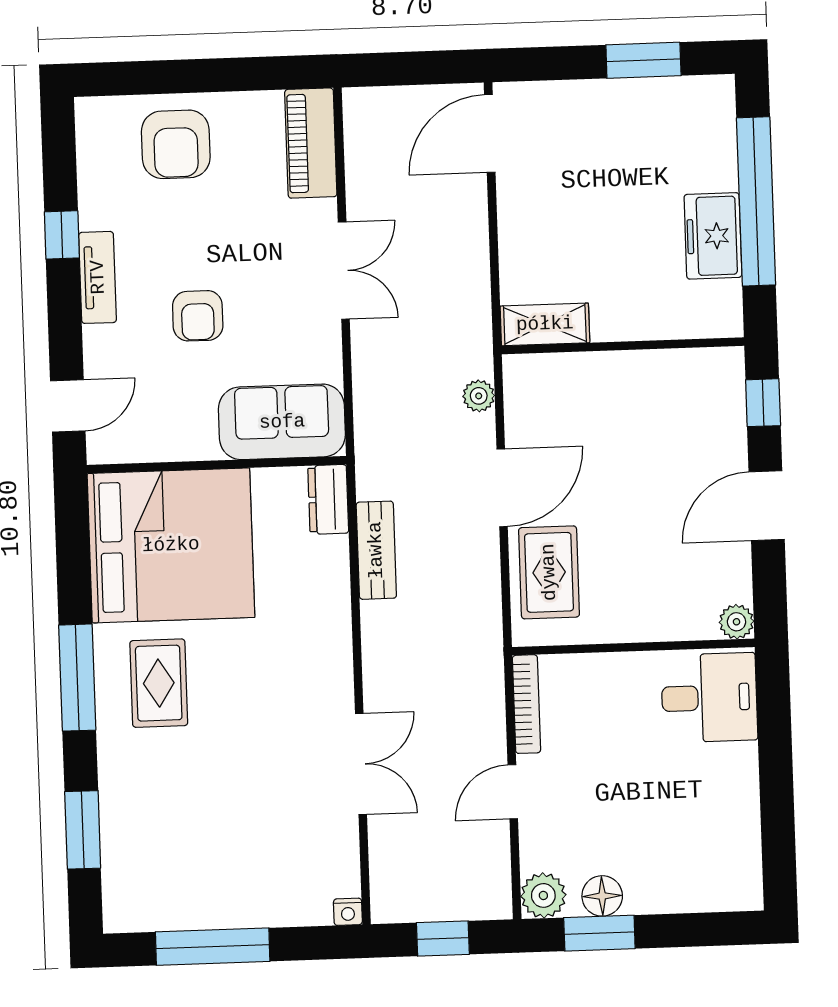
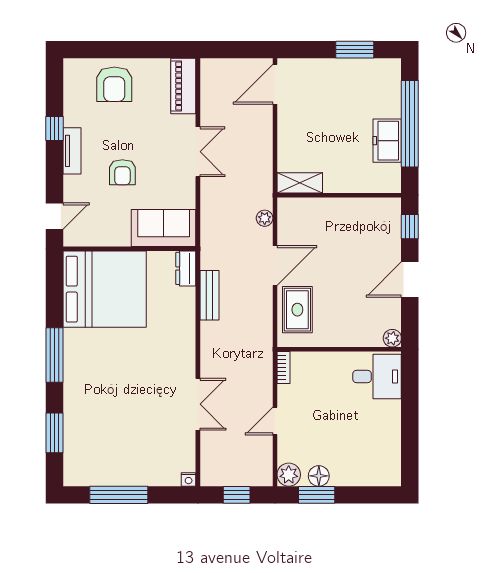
rug: (159, 683) -> (96, 359), removed
bookcase: (526, 704) -> (283, 367), width x0.64

